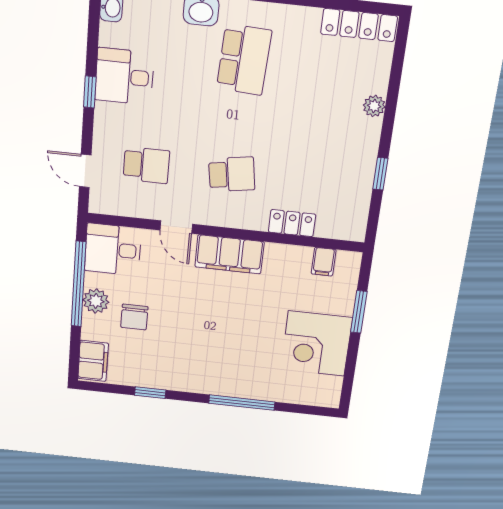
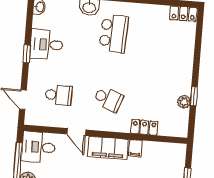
locker: (359, 25) -> (183, 14), width x0.66
plant: (374, 106) -> (184, 102), moved
school desk: (232, 174) -> (108, 99), turned 30
filing cabinet: (324, 262) -> (135, 148), moved

